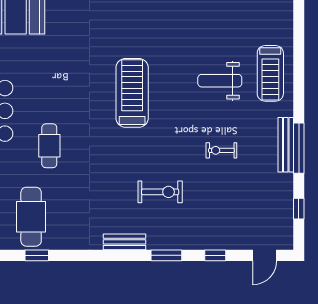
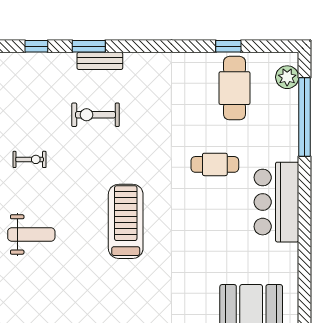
treadmill: (132, 93) -> (126, 221), turned 180
cafe table: (49, 146) -> (215, 164), turned 90
bench: (125, 242) -> (100, 61), moved

